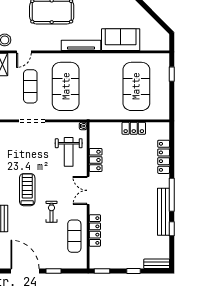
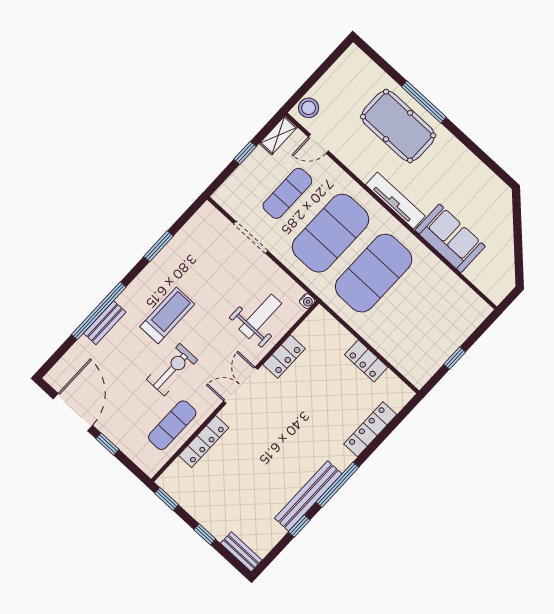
window: (172, 74) -> (455, 358), moved
exercise mat: (136, 86) -> (374, 273), moved
weight bench: (69, 152) -> (260, 316), turned 180
exercise bike: (51, 212) -> (172, 370), width x1.38, depth x1.39

